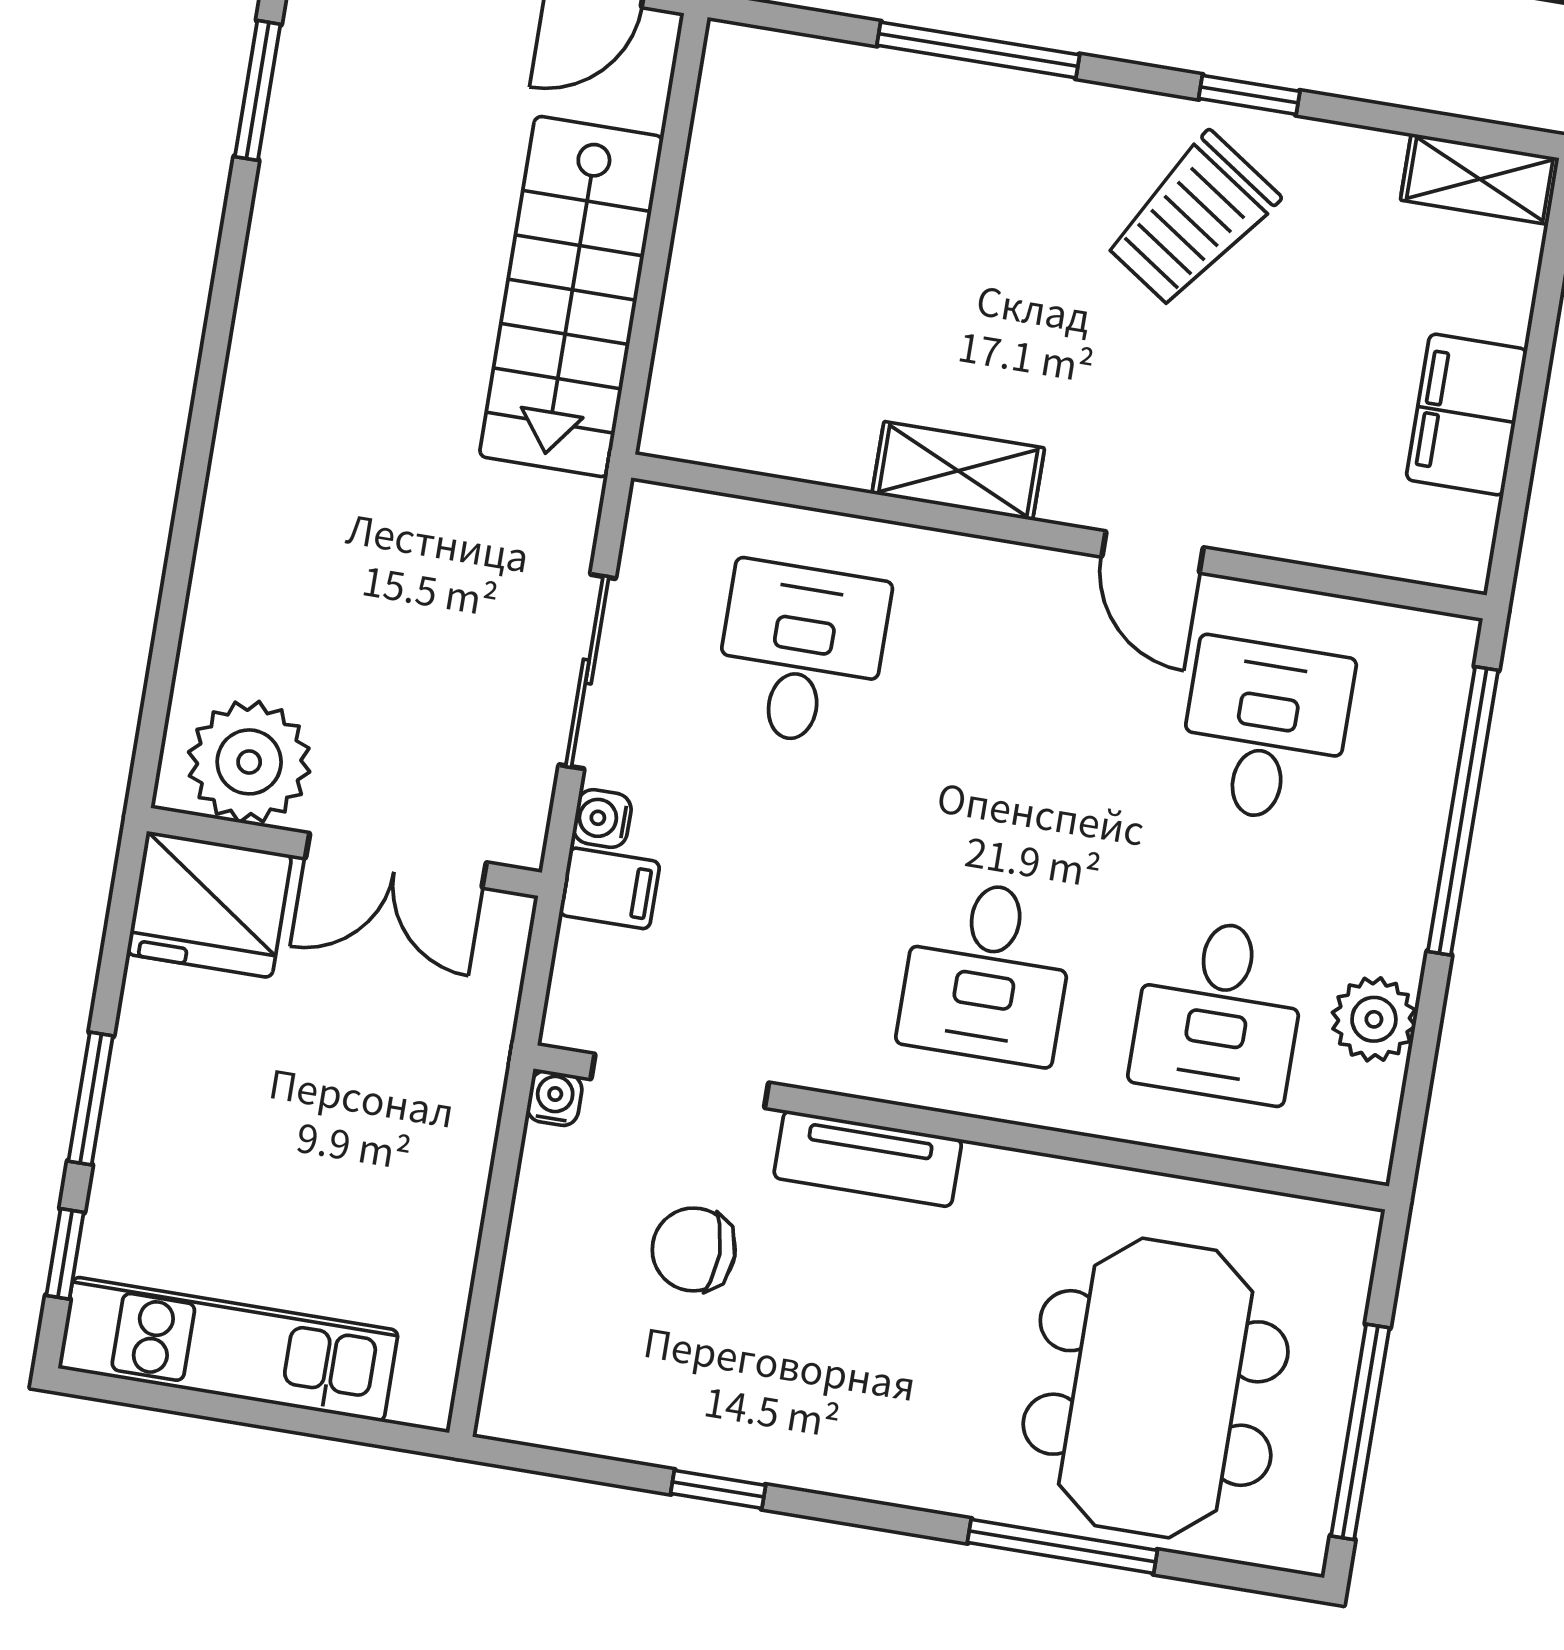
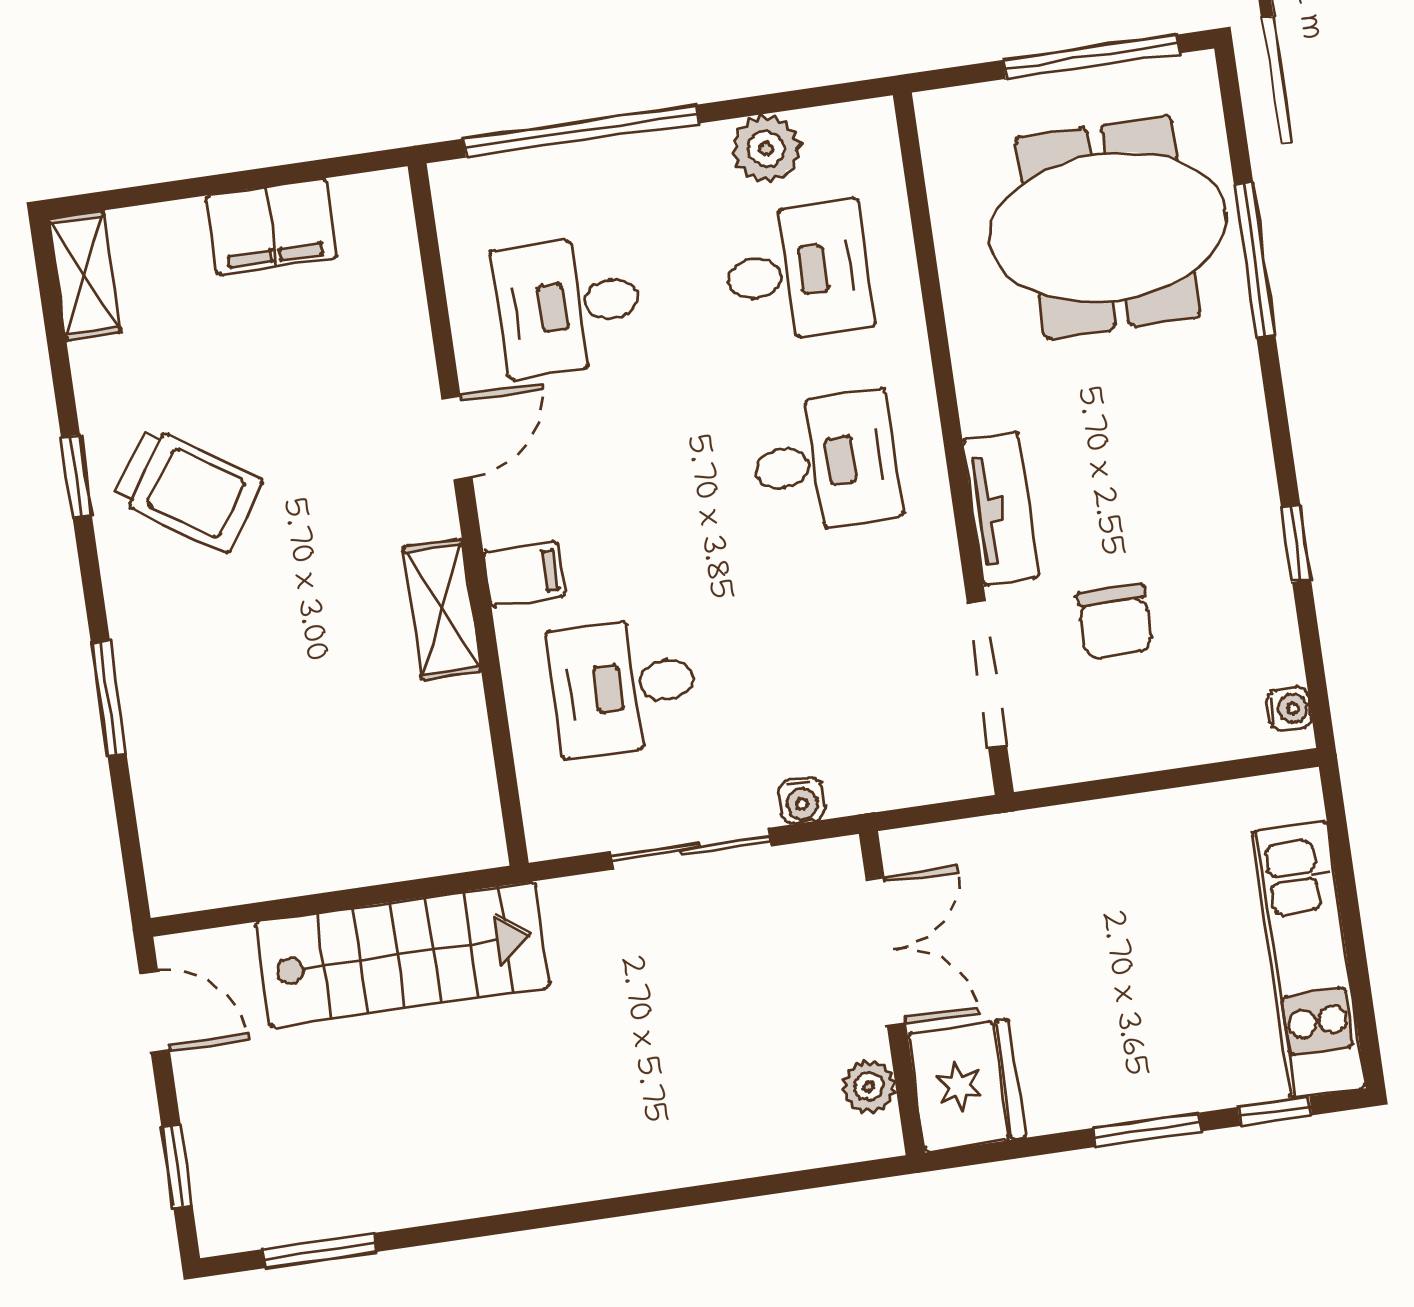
window: (978, 50) -> (109, 698), width x0.69
plant: (249, 762) -> (869, 1087), width x0.53, depth x0.53
filing cabinet: (610, 888) -> (524, 574), moved, turned 90
water cooler: (555, 1098) -> (1289, 709), moved, turned 180

